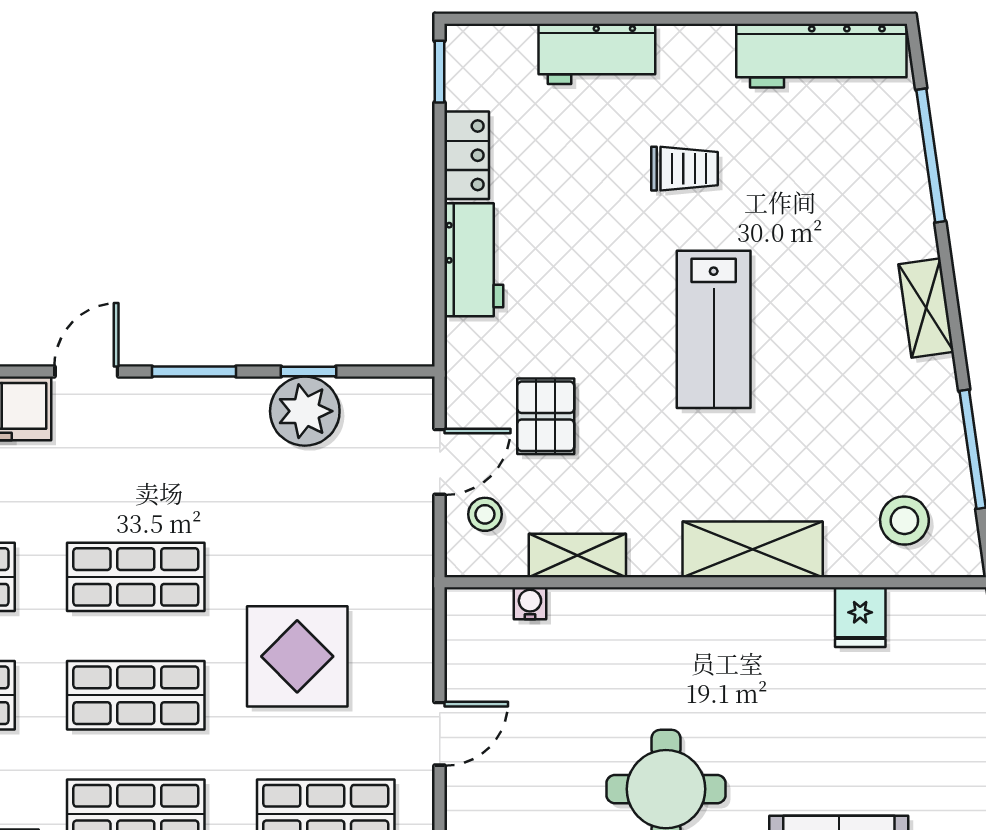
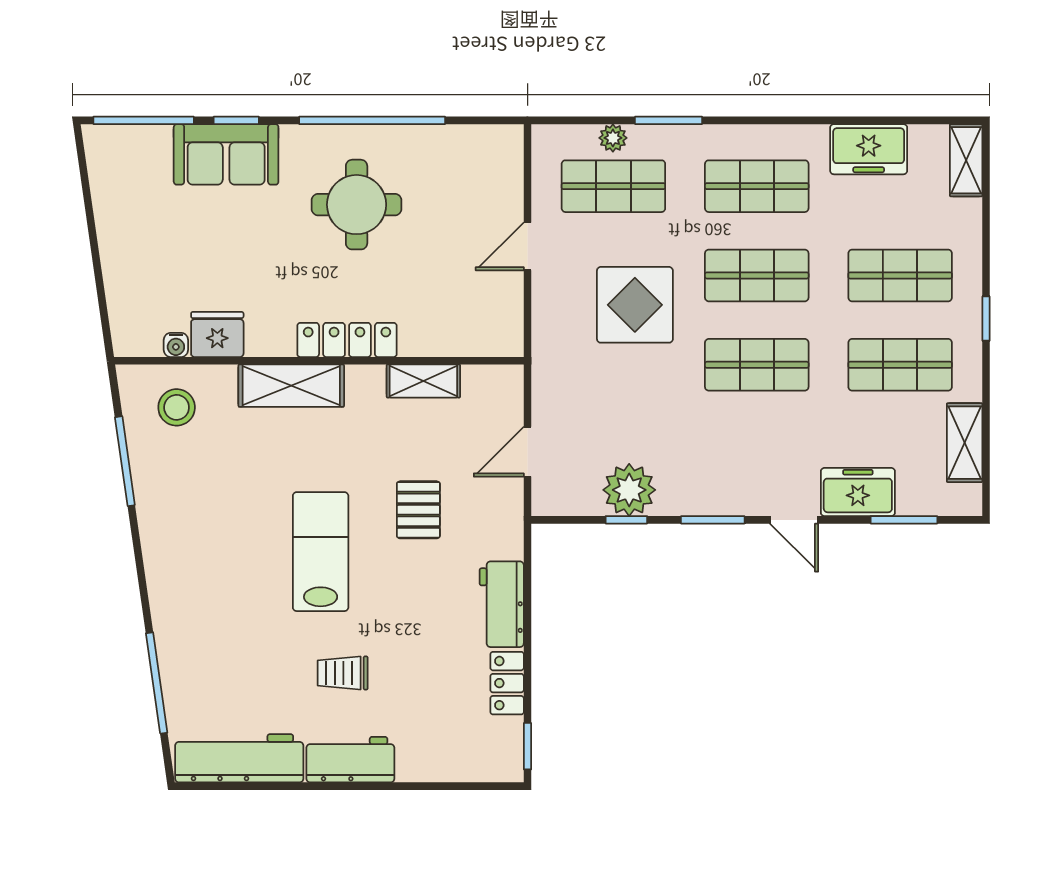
workbench: (597, 54) -> (350, 760), moved
shelving: (926, 308) -> (160, 568), removed
door: (86, 372) -> (794, 520), hinge flipped
pallet: (546, 416) -> (418, 510), moved
stool: (485, 514) -> (493, 412), removed
water cooler: (530, 603) -> (176, 345), moved
locker: (679, 610) -> (347, 340), added
fridge: (860, 617) -> (217, 334), width x1.38

